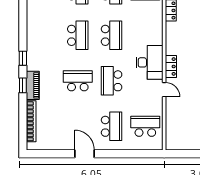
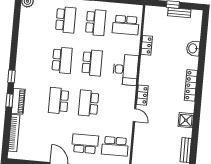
desk: (150, 62) -> (125, 70), moved
school desk: (78, 81) -> (59, 101), turned -90
school desk: (112, 126) -> (85, 144), turned -90
school desk: (145, 126) -> (115, 146), turned 180

